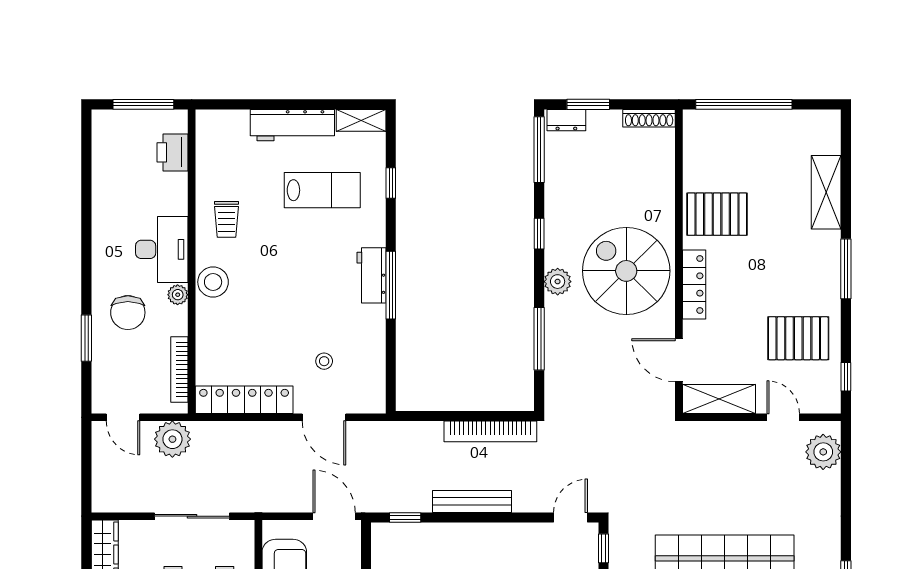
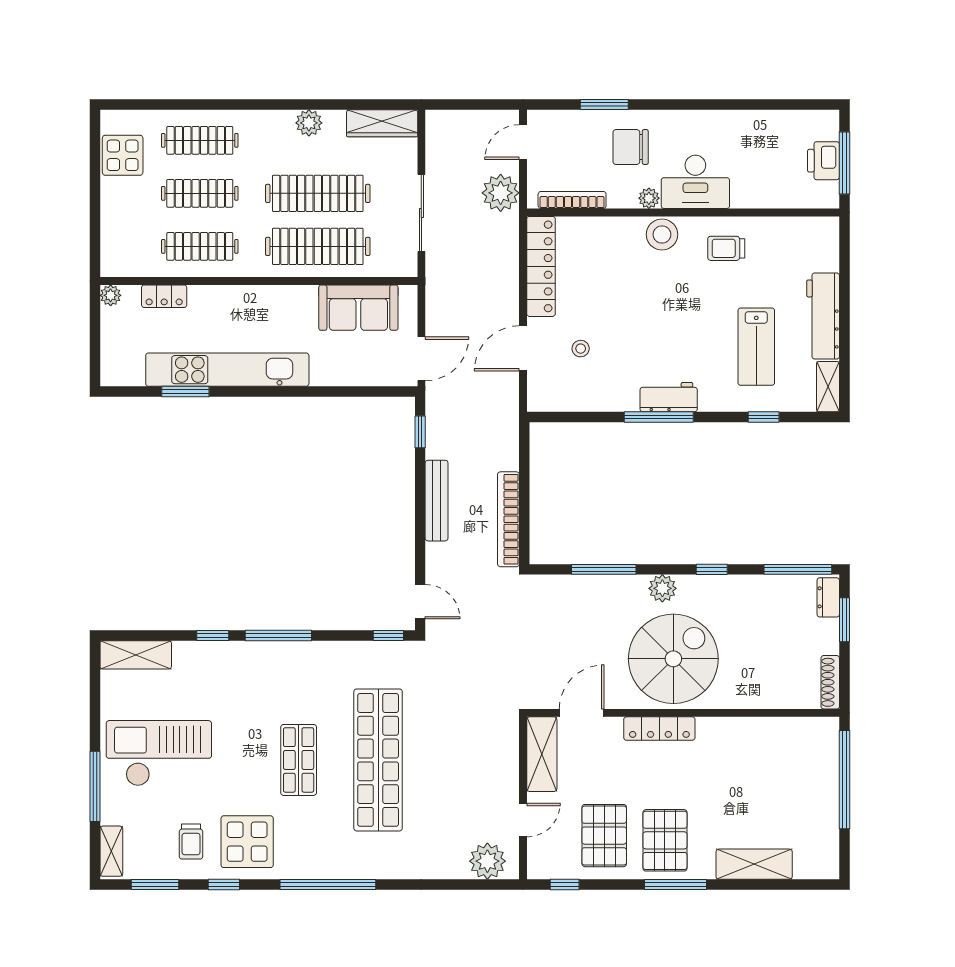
printer: (172, 152) -> (824, 161), moved, turned -90
pallet: (717, 214) -> (665, 840), moved

